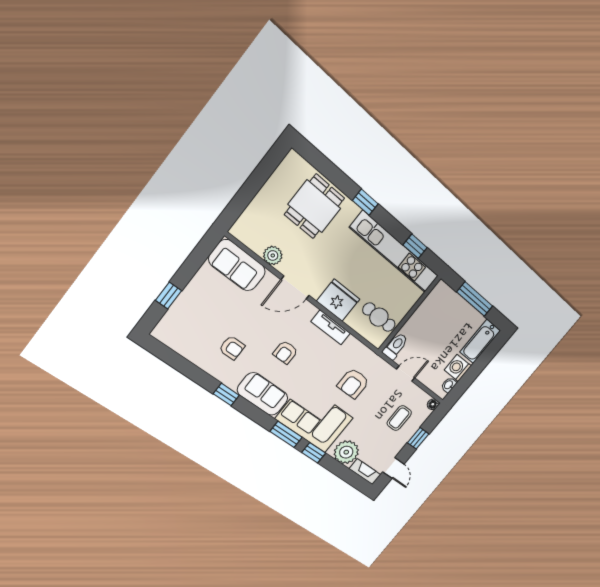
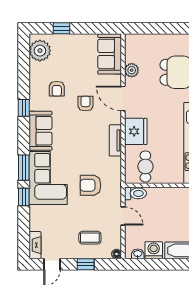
armchair: (285, 352) -> (85, 104), moved, turned 90
plant: (346, 452) -> (40, 51), moved

